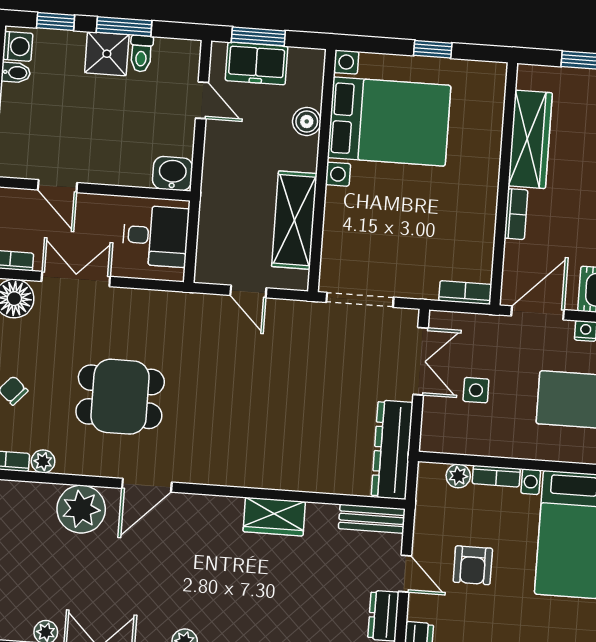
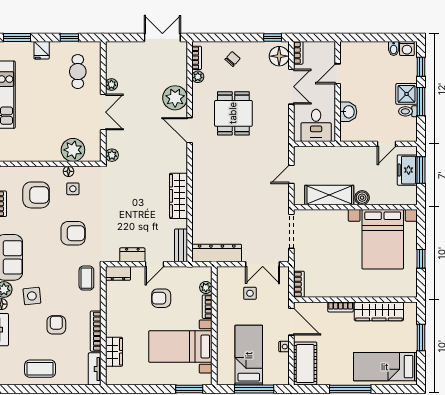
boiler: (307, 121) -> (362, 198), moved
washbasin: (173, 174) -> (348, 112), moved
wardrobe: (274, 517) -> (178, 196), width x1.50

